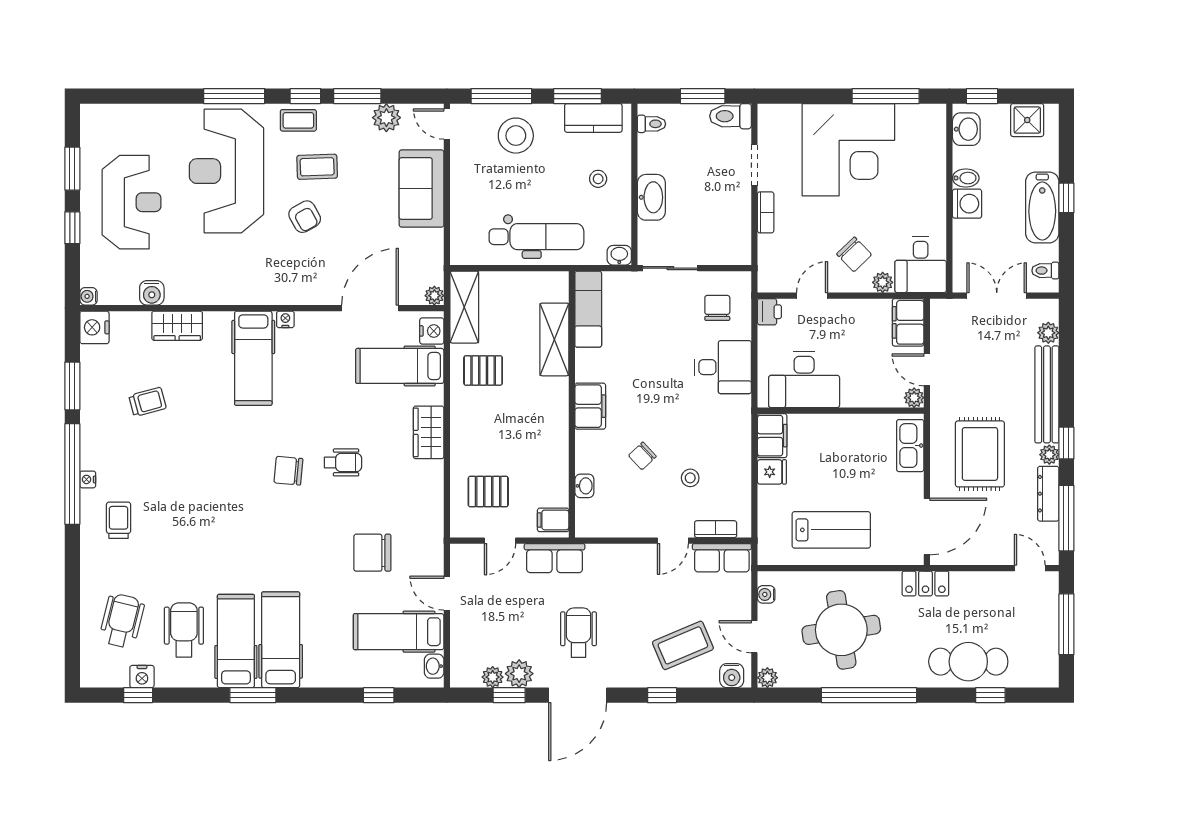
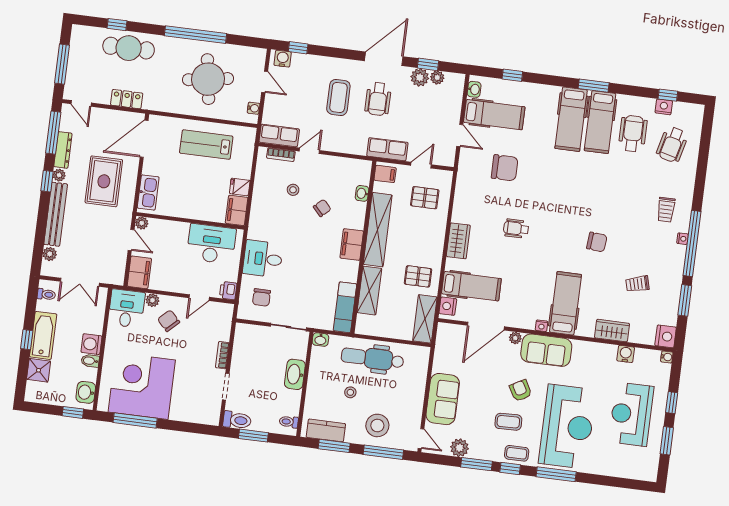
shower: (1027, 120) -> (39, 370), moved
corner desk: (848, 150) -> (142, 386), moved
stool: (598, 179) -> (350, 392), moved
sofa: (273, 283) -> (546, 350), added
plant: (434, 296) -> (515, 338), moved
shelving: (554, 434) -> (378, 230), added
chair: (288, 471) -> (597, 242), moved
locker: (925, 584) -> (127, 99), moved
wheelchair: (184, 630) -> (633, 133), turned 180
coffee table: (683, 645) -> (338, 97), moved, turned -67
plant: (767, 678) -> (260, 54), removed
window: (662, 695) -> (298, 48), moved

